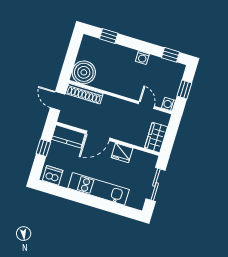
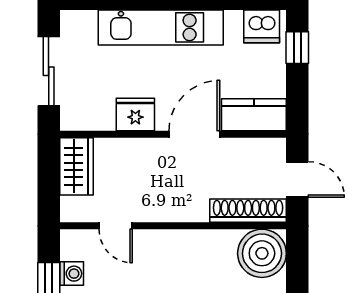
washing machine: (169, 104) -> (72, 274), moved
window: (43, 148) -> (297, 48), moved

